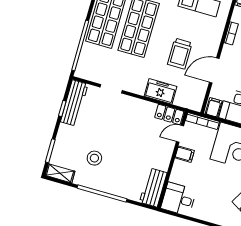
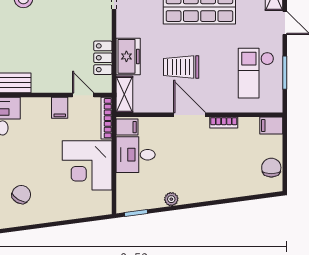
door: (214, 70) -> (190, 115), moved
shelving: (188, 102) -> (124, 94), added
locker: (169, 114) -> (103, 58), moved

